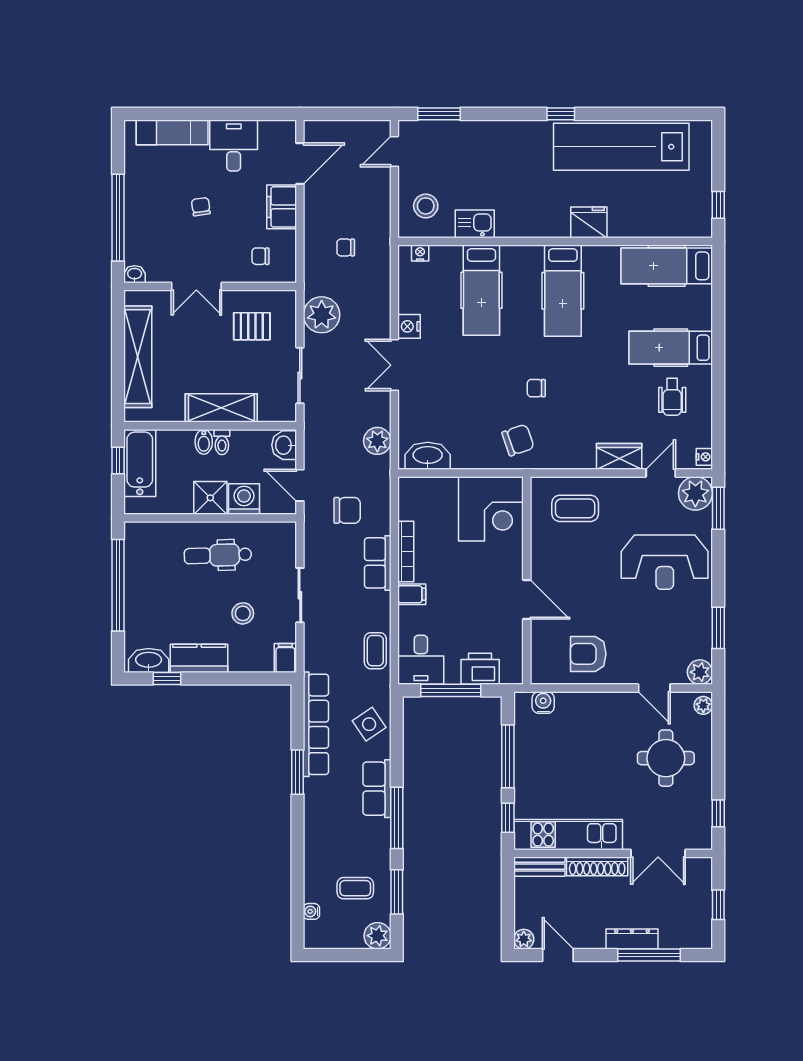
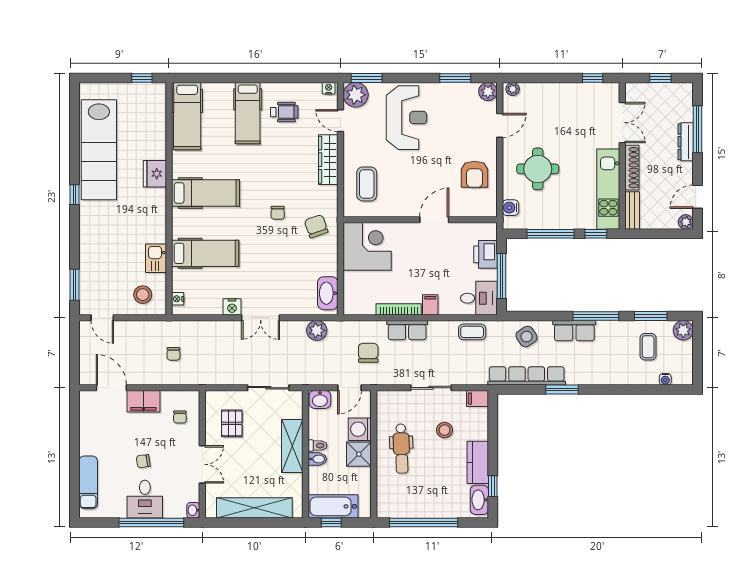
desk: (234, 145) -> (145, 499), moved, turned -90
plant: (322, 315) -> (223, 372), removed
wardrobe: (619, 456) -> (328, 160), width x1.50
round table: (666, 758) -> (538, 169), moved

